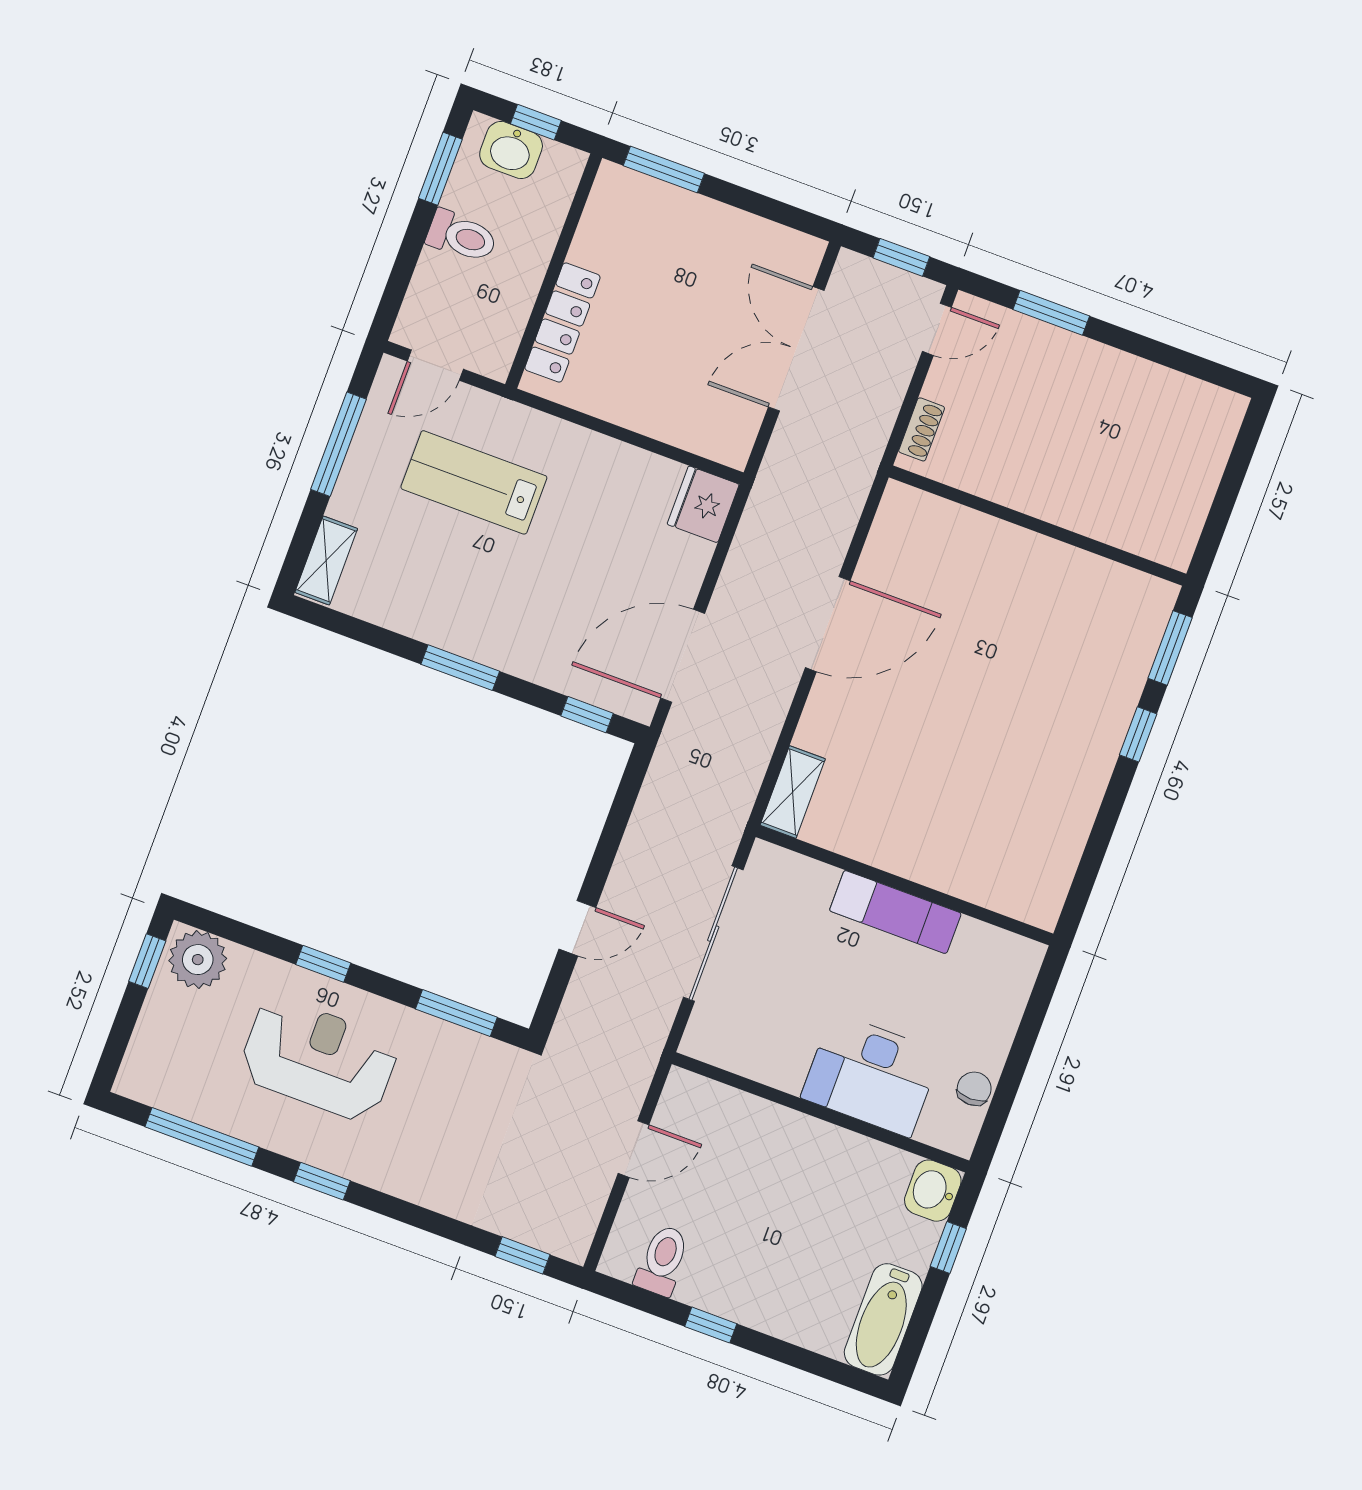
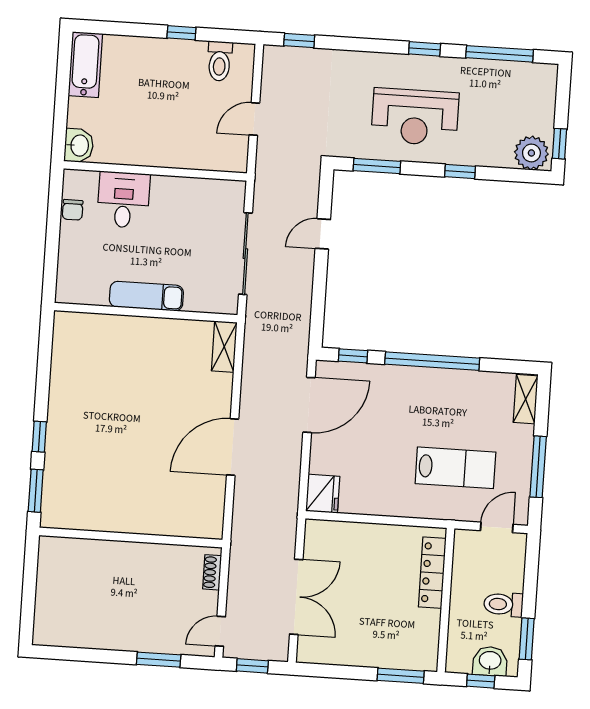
window: (460, 668) -> (432, 361), width x2.11
reception desk: (319, 1059) -> (415, 117), moved
desk: (871, 1075) -> (123, 200), width x0.73
window: (948, 1248) -> (61, 116), removed

